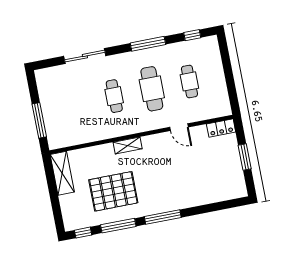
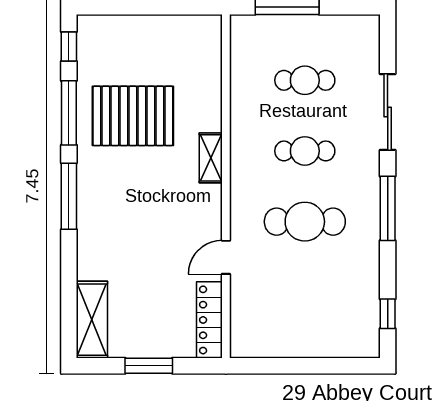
window: (148, 44) -> (388, 208), moved
cafe table: (189, 81) -> (305, 80), moved
locker: (221, 128) -> (209, 320), width x1.53
shelving: (62, 173) -> (92, 320), moved, turned 90
pallet: (113, 191) -> (133, 116), turned 90

